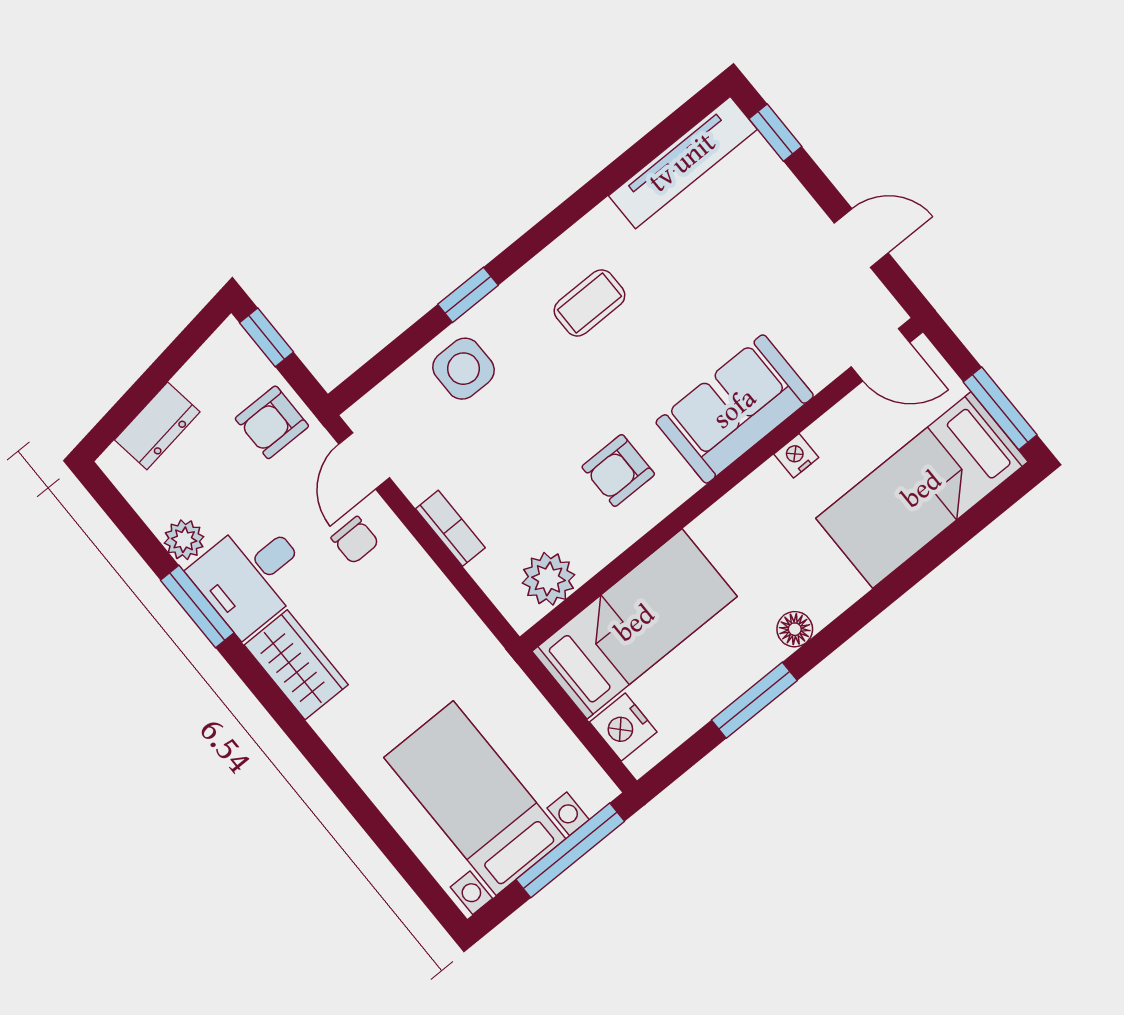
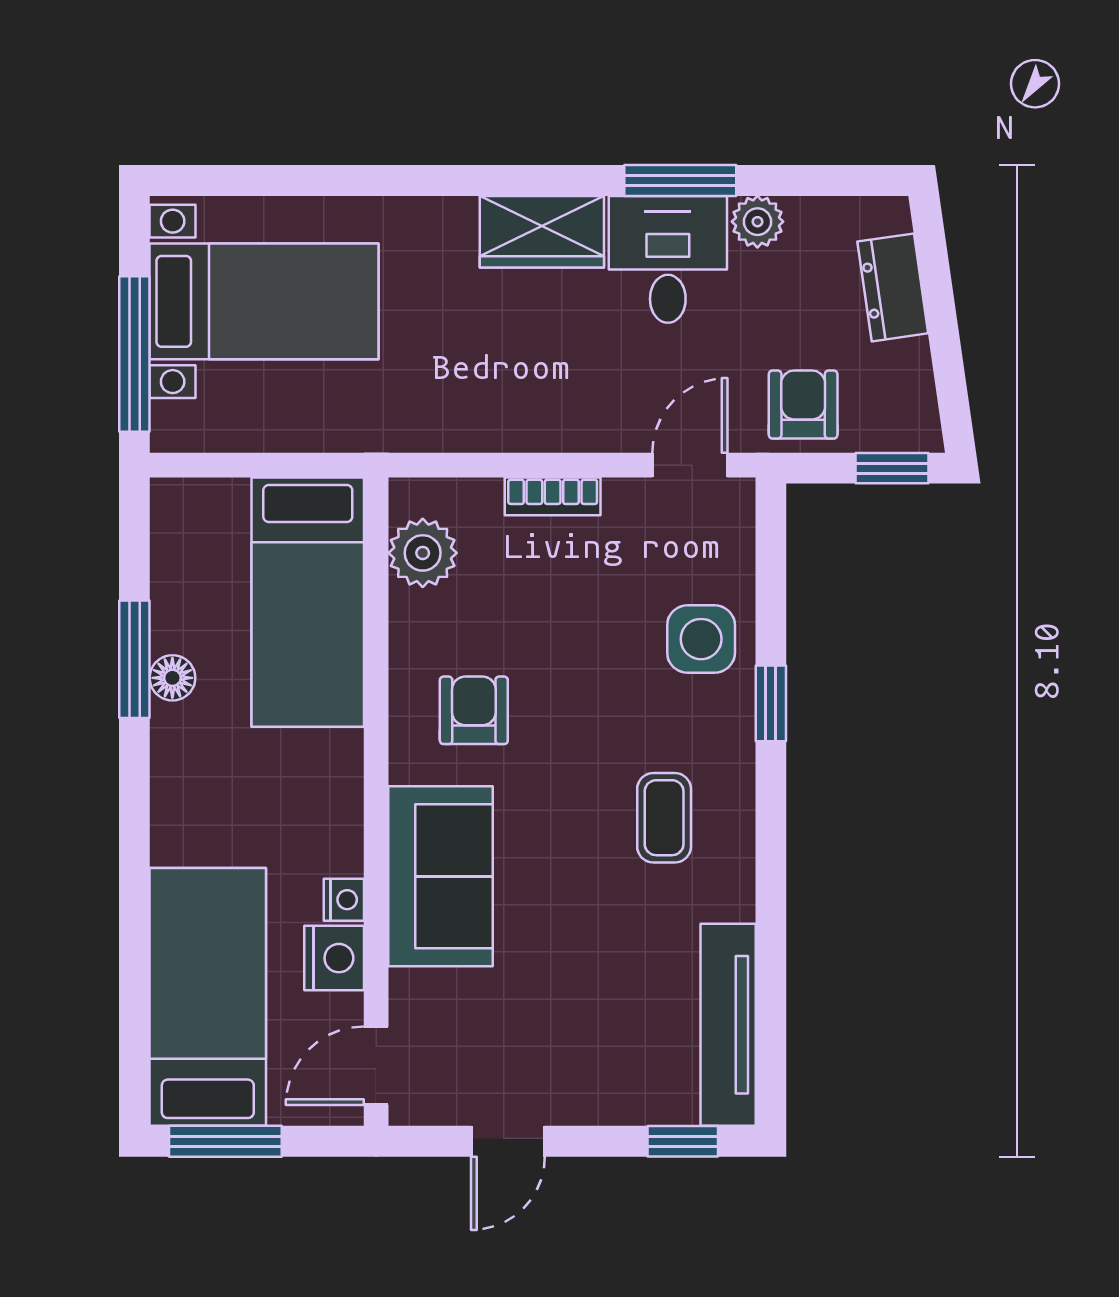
door: (364, 461) -> (690, 465), hinge flipped
chair: (355, 540) -> (618, 392), removed
floor lamp: (795, 629) -> (172, 678), moved
nightstand: (623, 727) -> (334, 958), moved, turned 90

